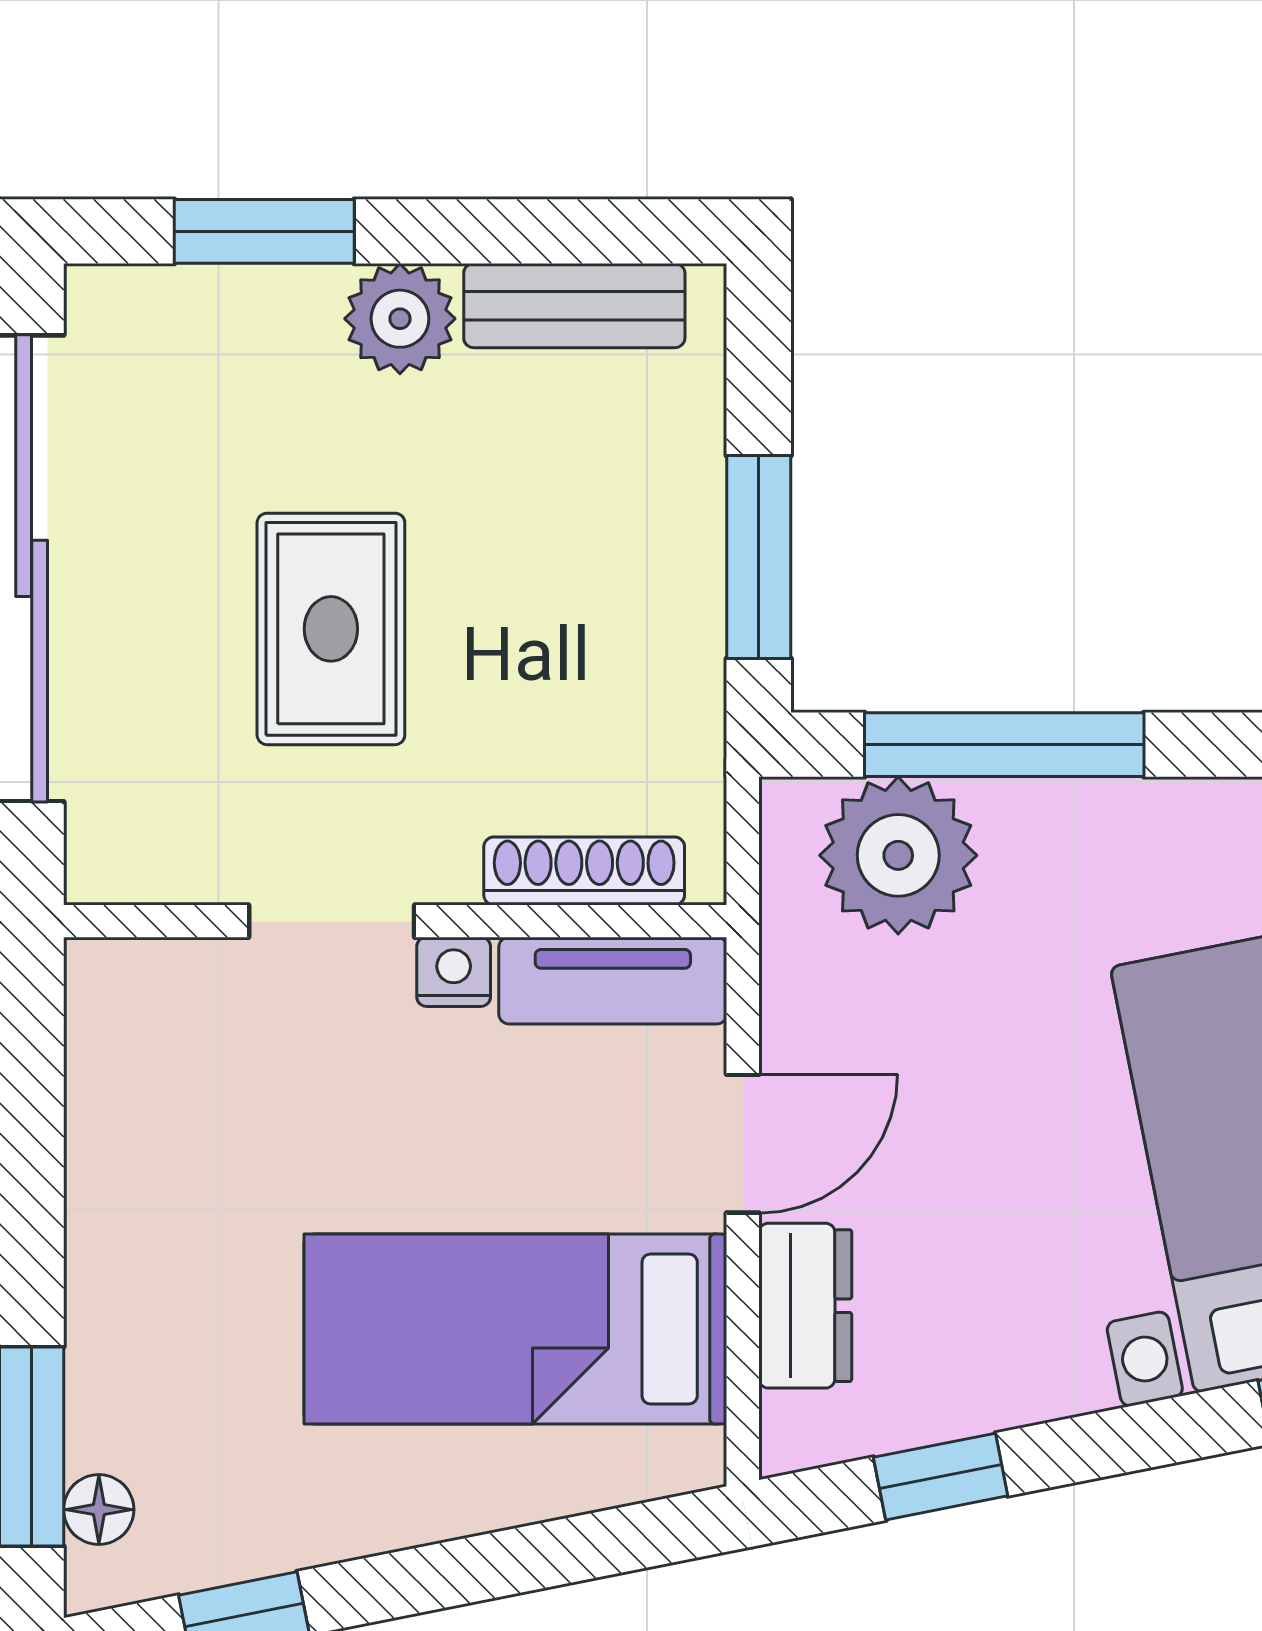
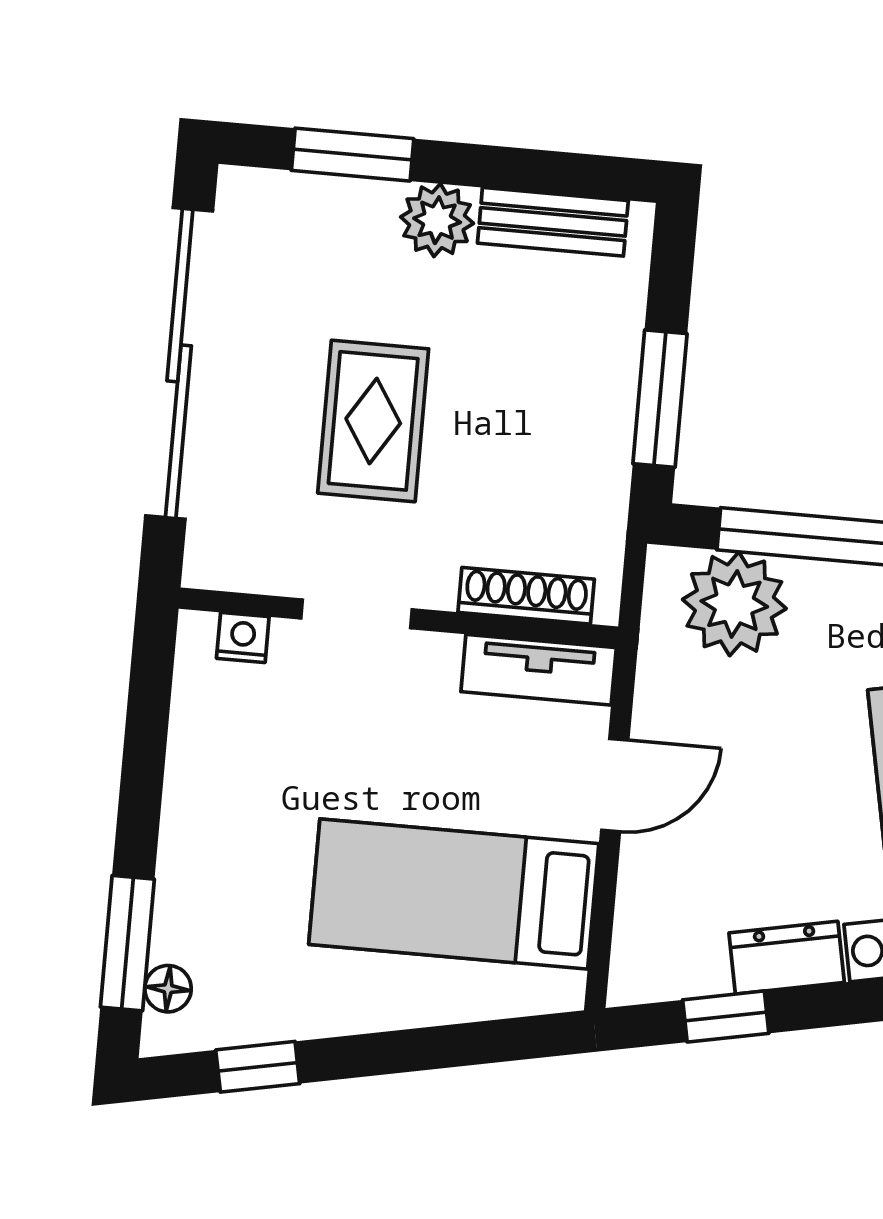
nightstand: (454, 972) -> (243, 638), moved
dresser: (805, 1306) -> (787, 958), moved, turned -101

